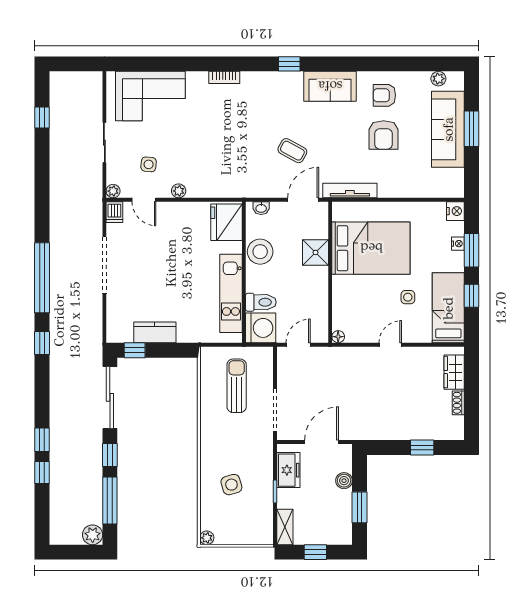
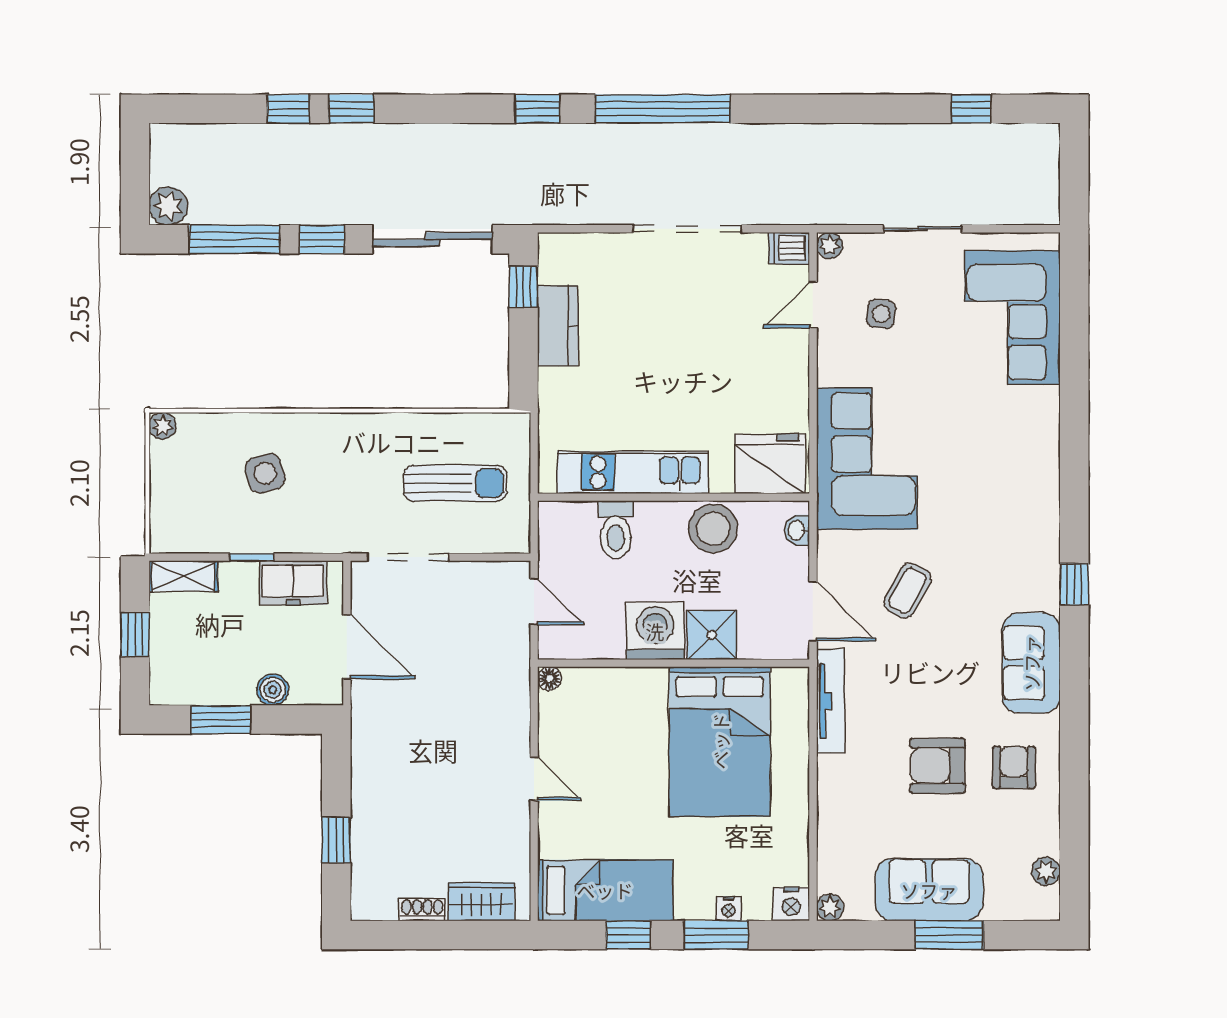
bookcase: (224, 77) -> (1048, 459), removed
sofa: (448, 129) -> (929, 890), width x0.73
corner sofa: (224, 172) -> (867, 459), added
plant: (179, 191) -> (830, 907), moved
side table: (408, 297) -> (626, 813), removed
washing machine: (261, 328) -> (655, 631), moved, turned 180

